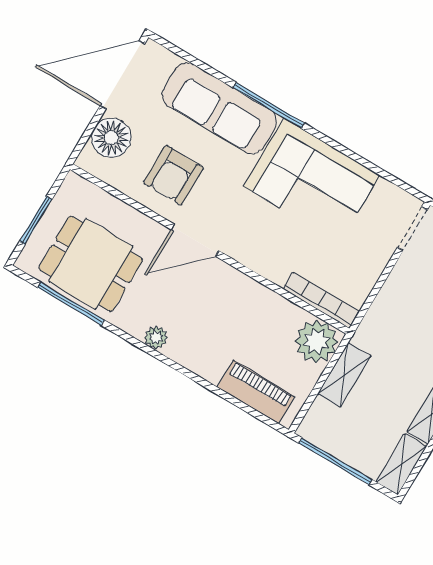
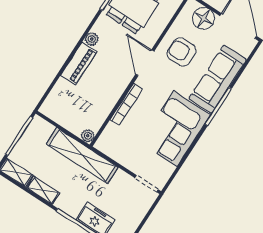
bookcase: (321, 300) -> (126, 104), moved
plant: (316, 341) -> (88, 136), width x0.53, depth x0.53
shelving: (344, 375) -> (82, 156), width x2.20, depth x1.33
piano: (256, 392) -> (79, 63), moved

